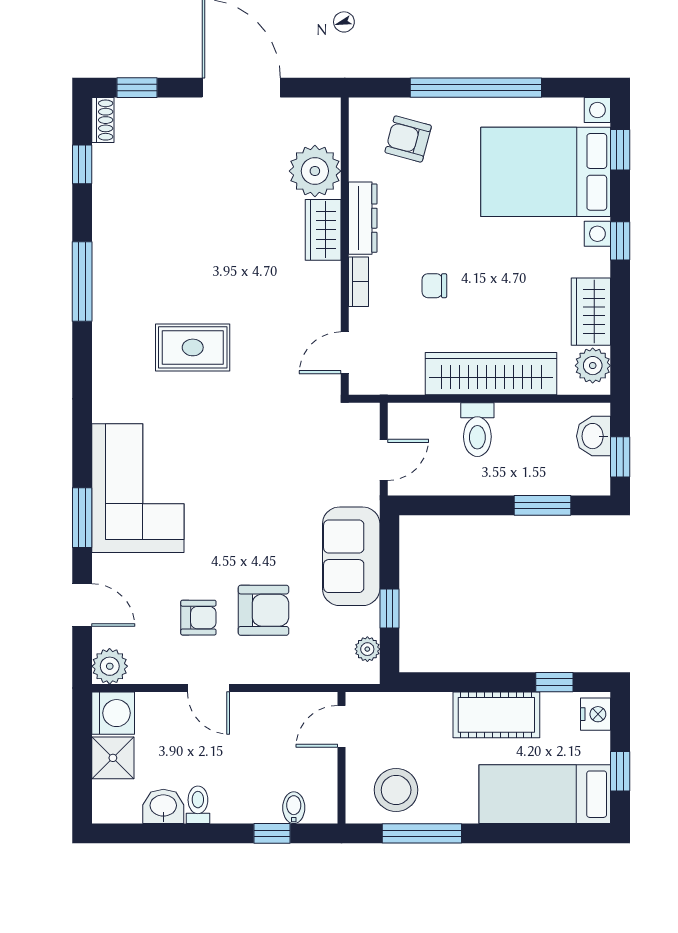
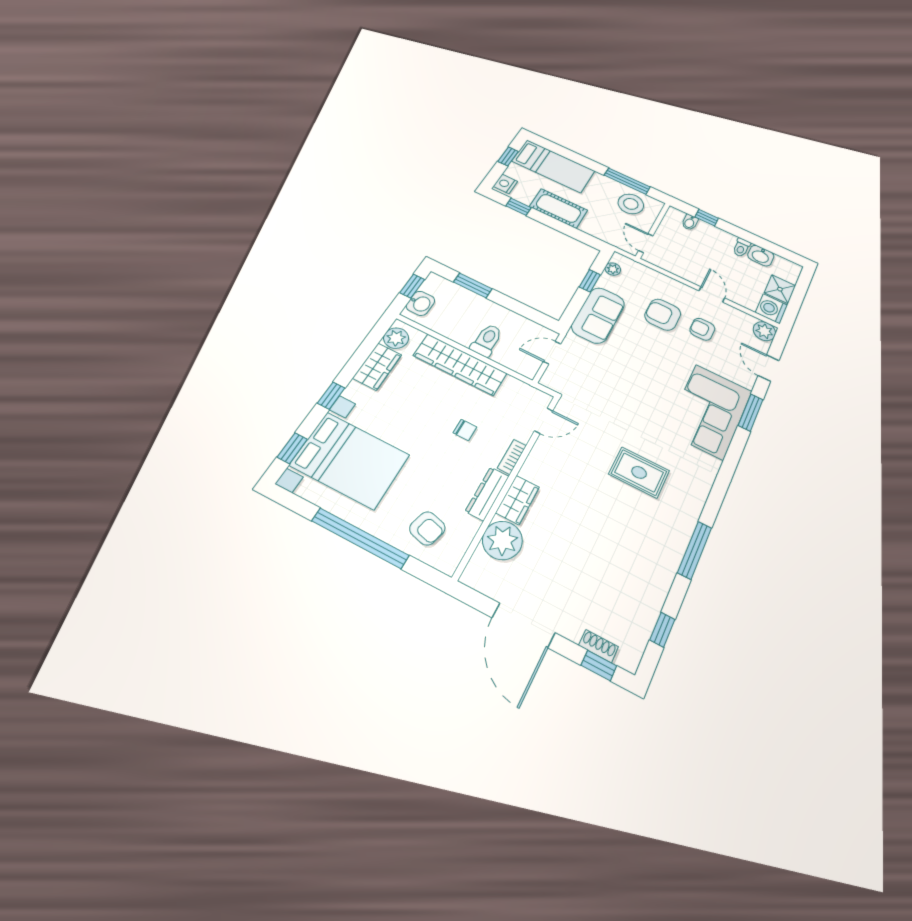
shoe rack: (103, 120) -> (598, 646), moved, turned 90
door: (341, 726) -> (646, 243), swing flipped

